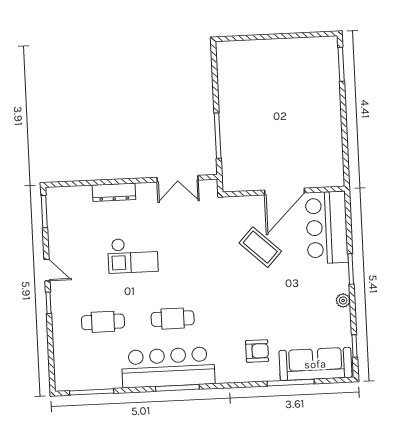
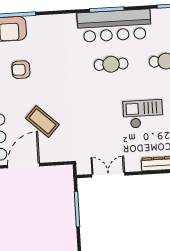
armchair: (257, 351) -> (21, 70), moved

